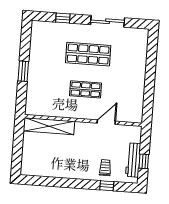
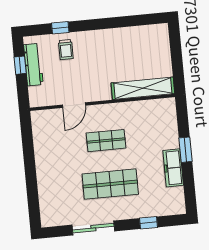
freezer: (36, 58) -> (173, 168), added

